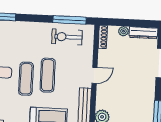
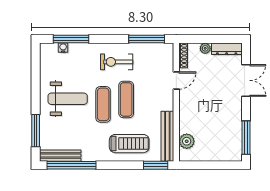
exercise bike: (67, 37) -> (117, 62), moved
door: (94, 75) -> (176, 80), moved

